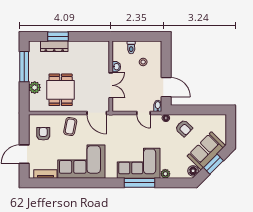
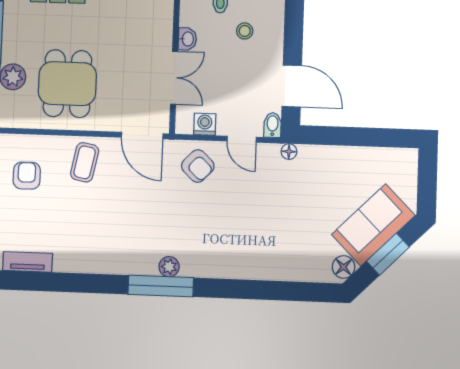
washing machine: (126, 107) -> (205, 124), added
armchair: (184, 128) -> (198, 166), moved
corner sofa: (81, 162) -> (105, 238), removed
corner sofa: (139, 163) -> (227, 246), removed
plant: (165, 174) -> (169, 267), moved
window: (139, 183) -> (161, 286), moved

